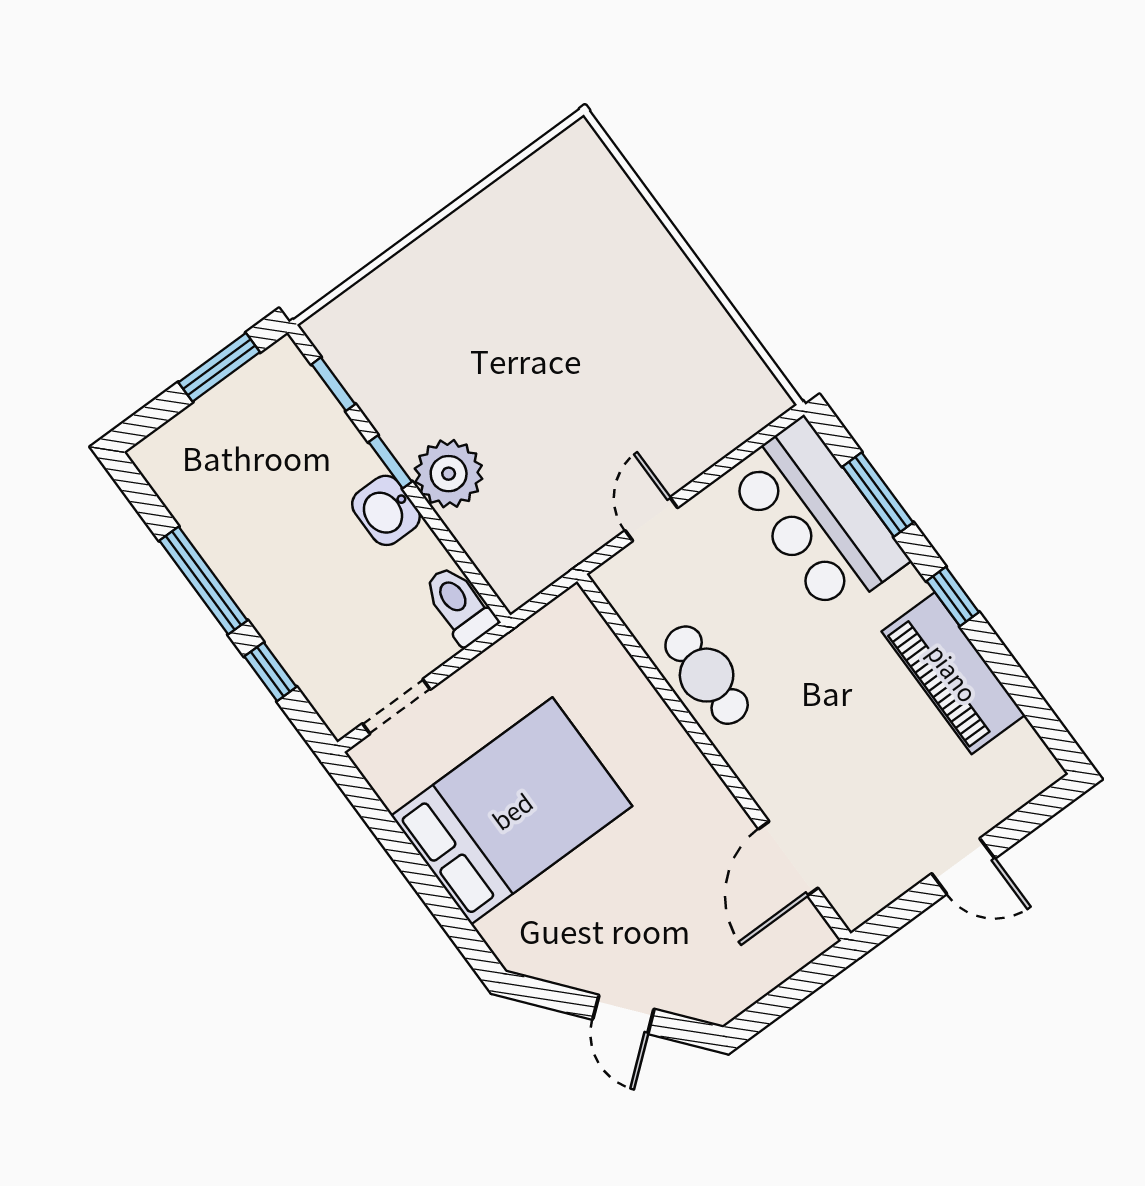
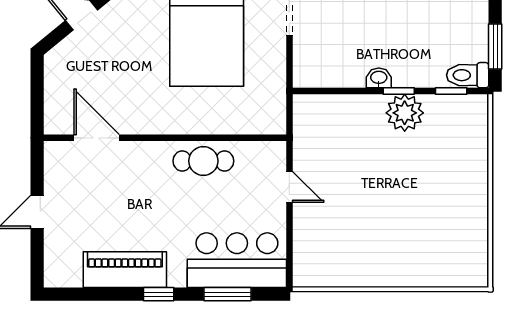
plant: (449, 474) -> (405, 113), moved
washbasin: (386, 510) -> (379, 78), width x0.72, depth x0.69
toilet: (459, 605) -> (468, 75), moved, turned 180

